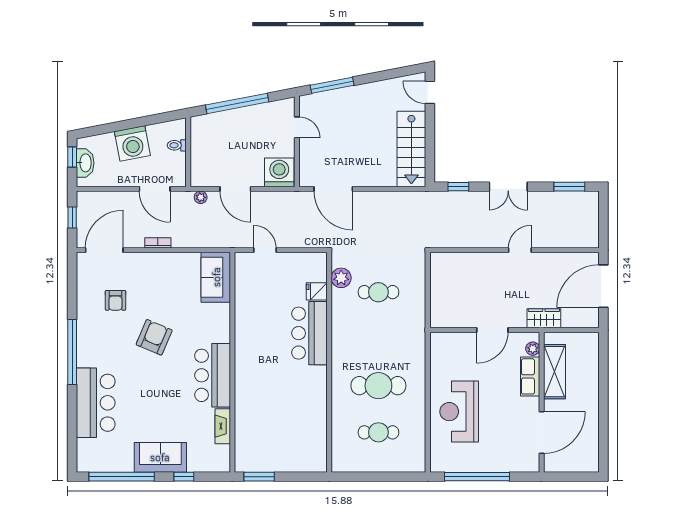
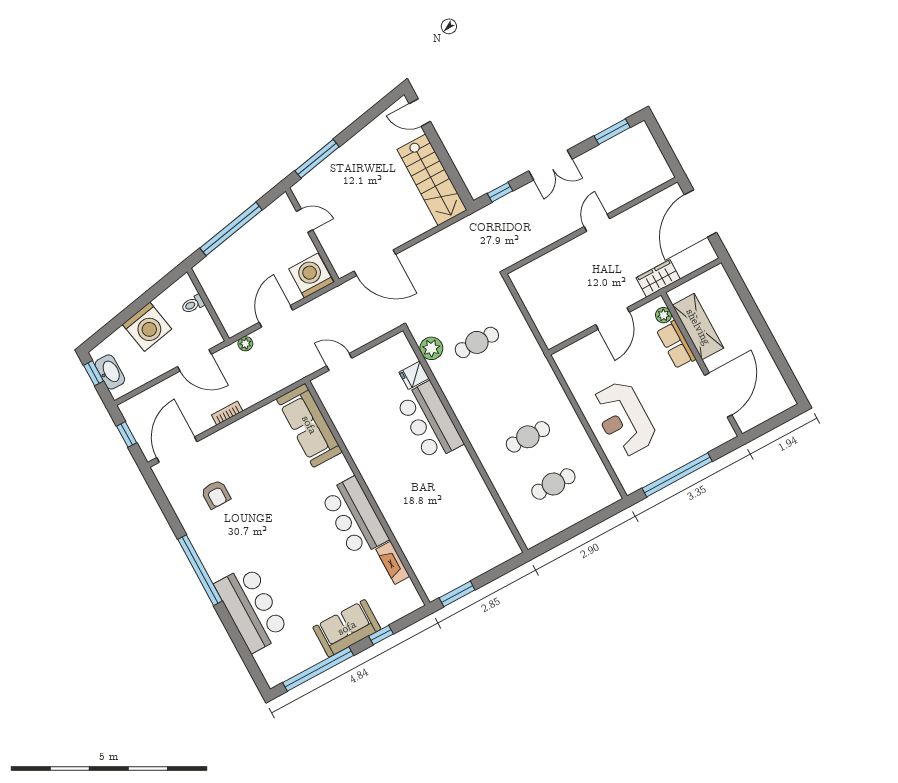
door: (235, 189) -> (276, 316), swing flipped
sofa: (216, 277) -> (309, 425), width x1.36
armchair: (154, 337) -> (275, 511), removed
cafe table: (378, 386) -> (528, 437), width x0.73, depth x0.74

